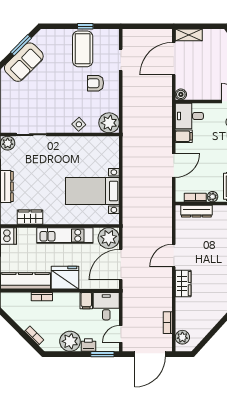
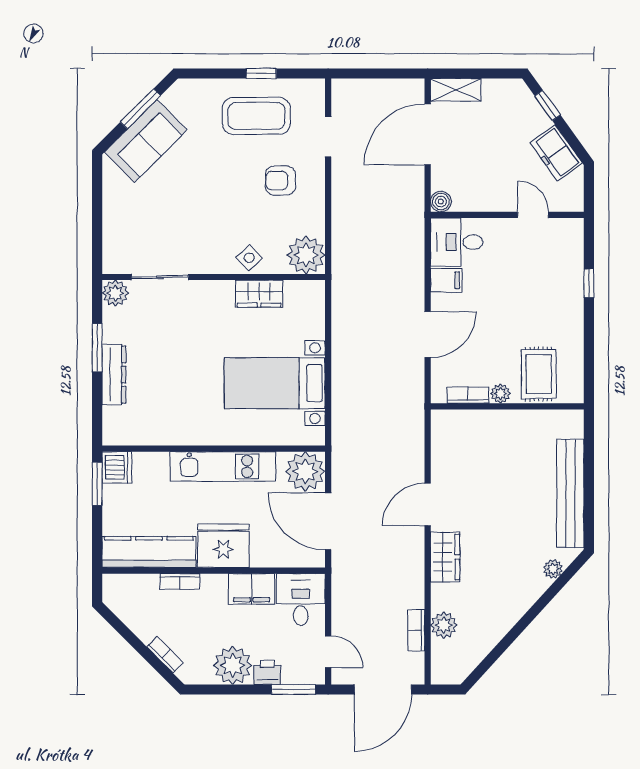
coffee table: (83, 49) -> (256, 116), turned 90
dresser: (196, 211) -> (470, 421), removed
wardrobe: (30, 217) -> (259, 294), moved, turned 180
door: (121, 265) -> (328, 521), hinge flipped
filing cabinet: (86, 301) -> (252, 589), width x2.00
door: (121, 334) -> (328, 652), swing flipped
plant: (182, 337) -> (444, 625), moved

